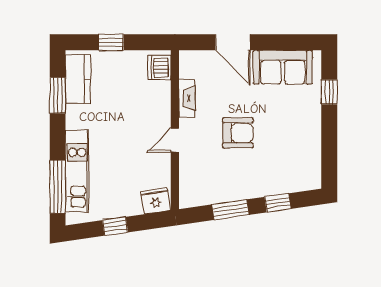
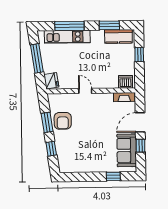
window: (275, 42) -> (140, 146), added
fireplace: (187, 98) -> (124, 97), moved
armchair: (238, 133) -> (63, 121), moved
window: (58, 187) -> (69, 26), moved
window: (115, 226) -> (37, 58), width x2.17

